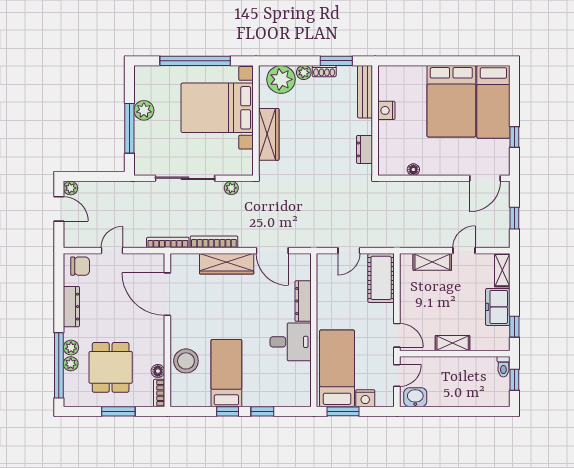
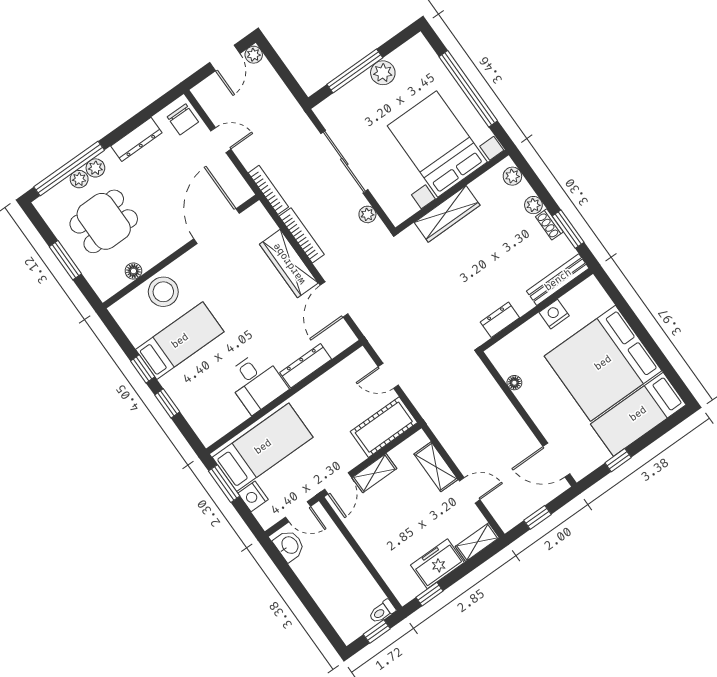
plant: (281, 79) -> (512, 176), width x0.53, depth x0.53
bed: (451, 101) -> (603, 363), width x1.36
shelving: (453, 343) -> (374, 473), moved, turned 90
bookcase: (159, 393) -> (112, 288), removed

